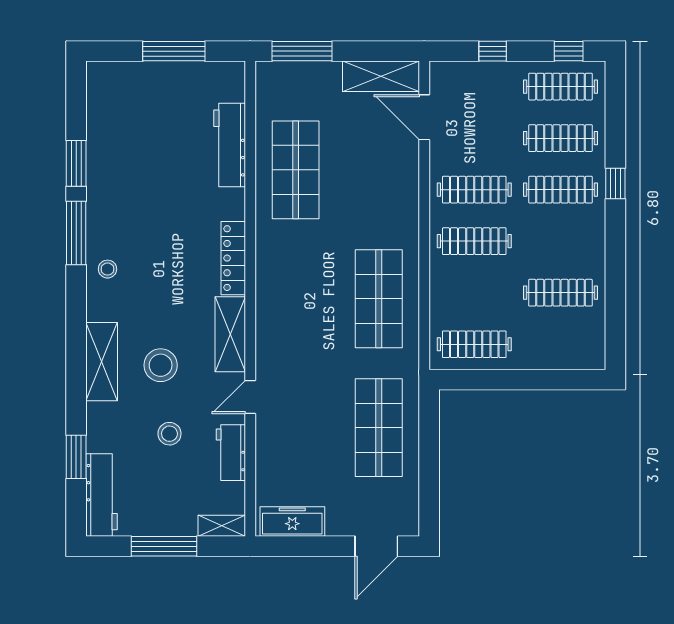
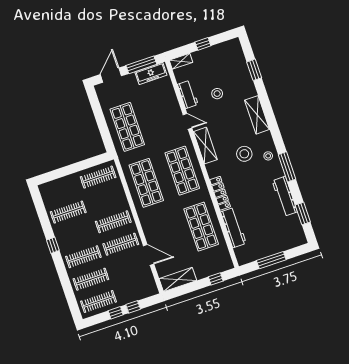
window: (302, 51) -> (216, 279), width x0.46
window: (569, 51) -> (116, 313), moved
door: (424, 117) -> (149, 255), moved
window: (76, 163) -> (303, 214), moved
window: (615, 183) -> (53, 245), moved
locker: (233, 258) -> (220, 193), moved
shop shelf: (296, 299) -> (182, 171), added
stool: (161, 365) -> (244, 154), moved
door: (250, 397) -> (187, 121), hinge flipped
workbench: (102, 495) -> (285, 196), moved
window: (164, 546) -> (203, 44), width x0.46
window: (306, 546) -> (141, 65), added

